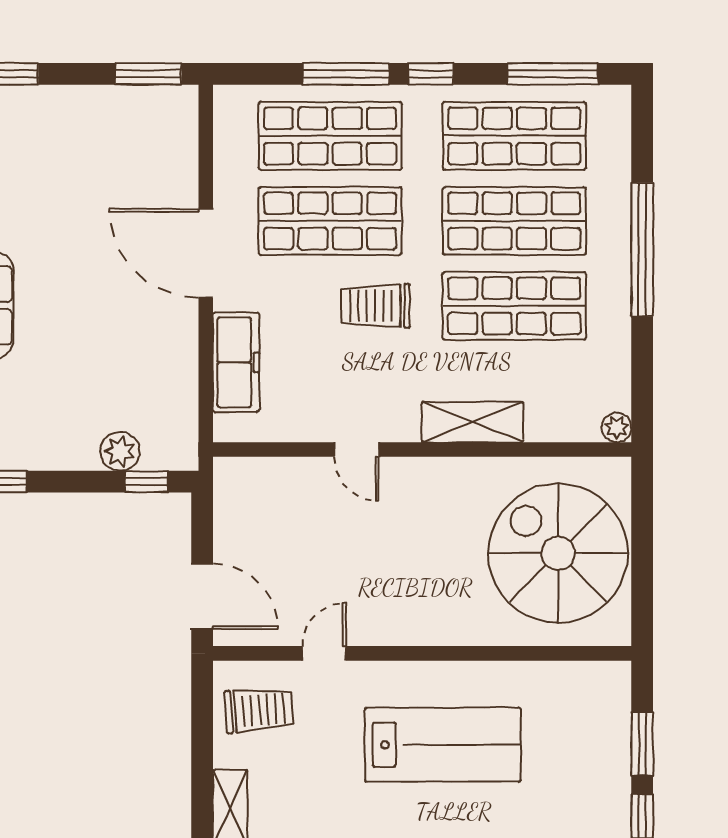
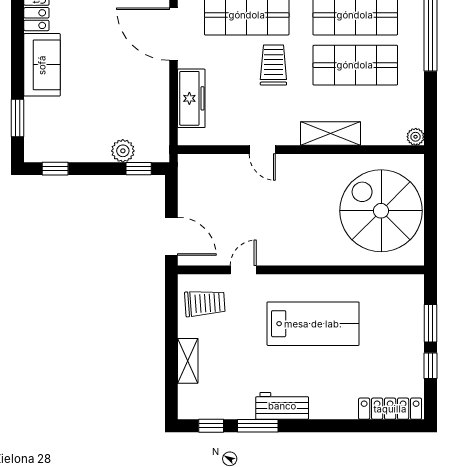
trolley: (376, 306) -> (273, 65), turned 90

